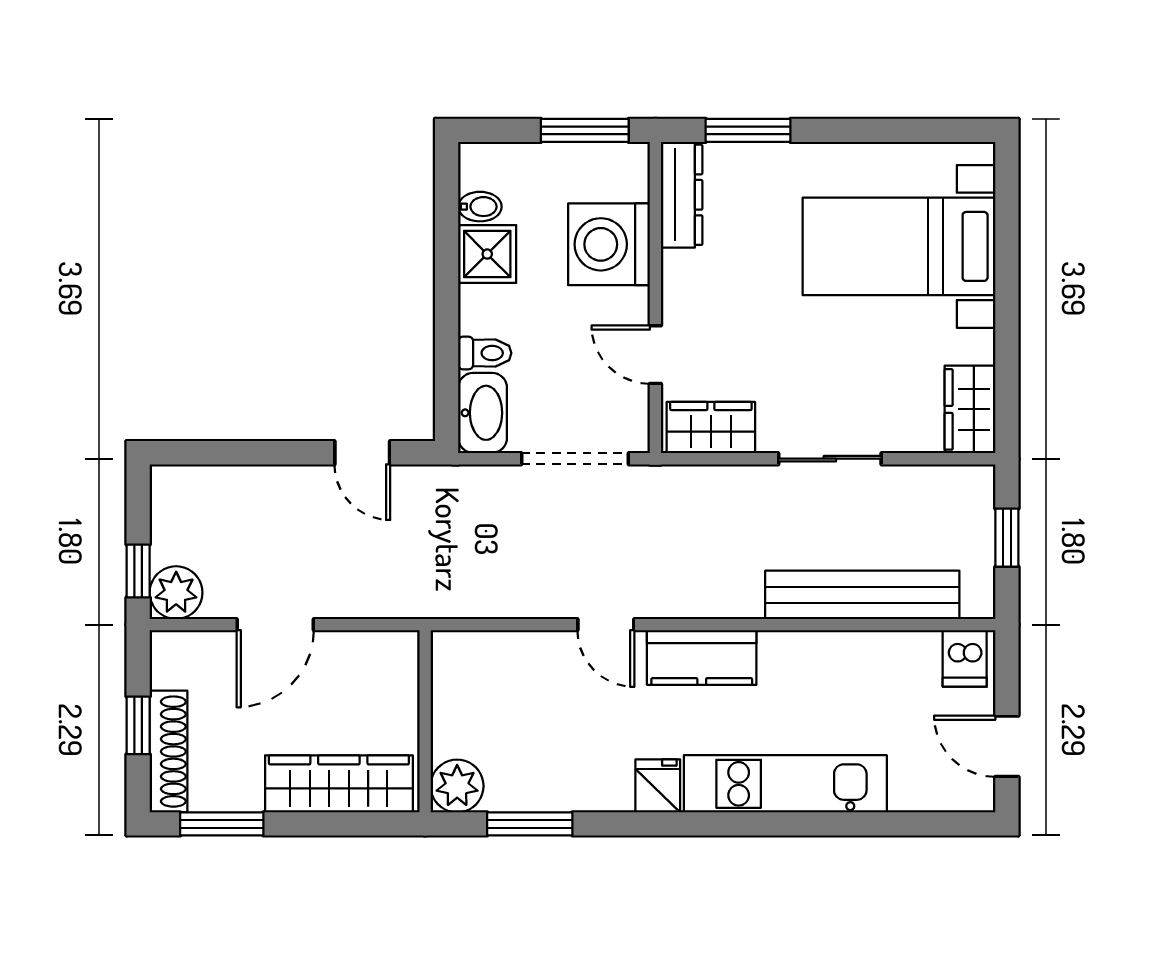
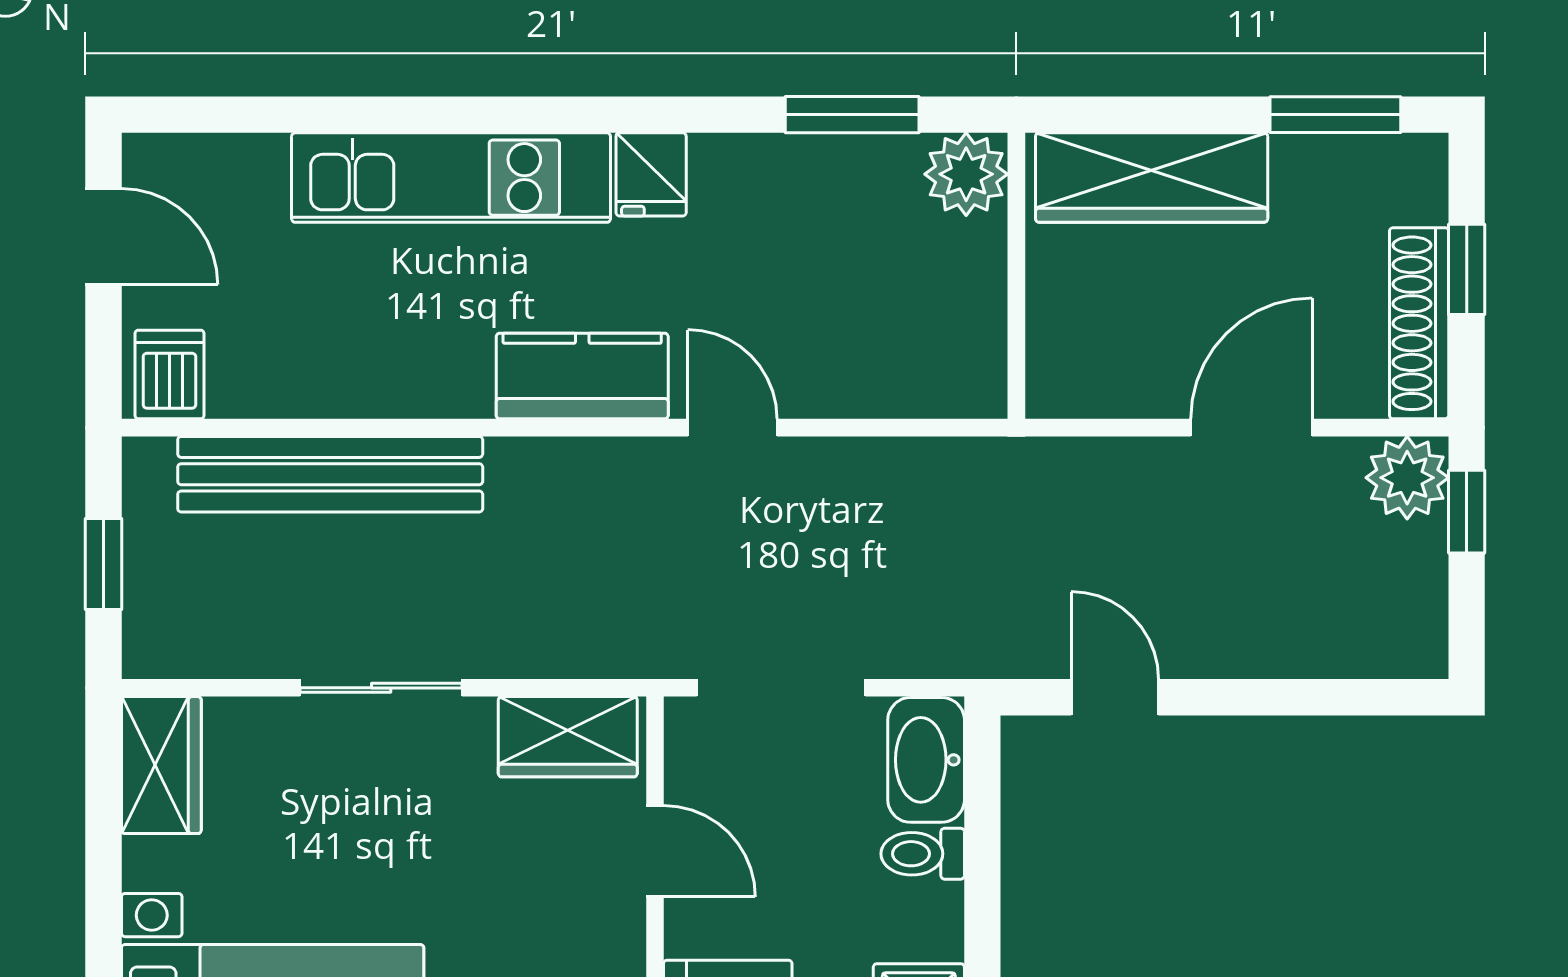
shoe rack: (168, 752) -> (1419, 323), moved

